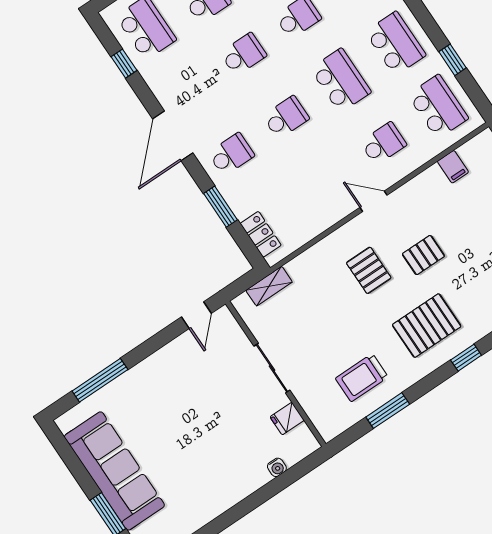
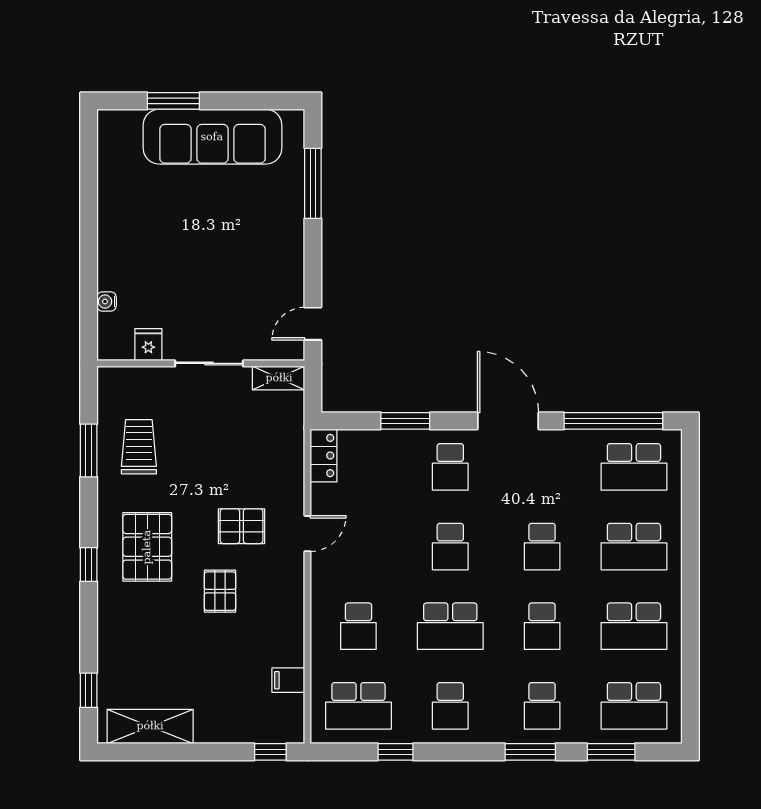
school desk: (395, 43) -> (450, 706), width x0.54
window: (124, 64) -> (613, 421), width x3.17
door: (373, 201) -> (307, 534), moved
locker: (261, 234) -> (324, 456), moved, turned -90
shelving: (269, 286) -> (279, 378), moved, turned 90
door: (196, 315) -> (313, 324), hinge flipped

